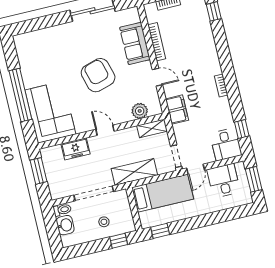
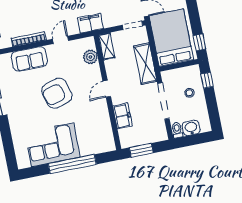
corner sofa: (50, 112) -> (52, 145), moved
bed: (163, 193) -> (171, 38), width x1.50

